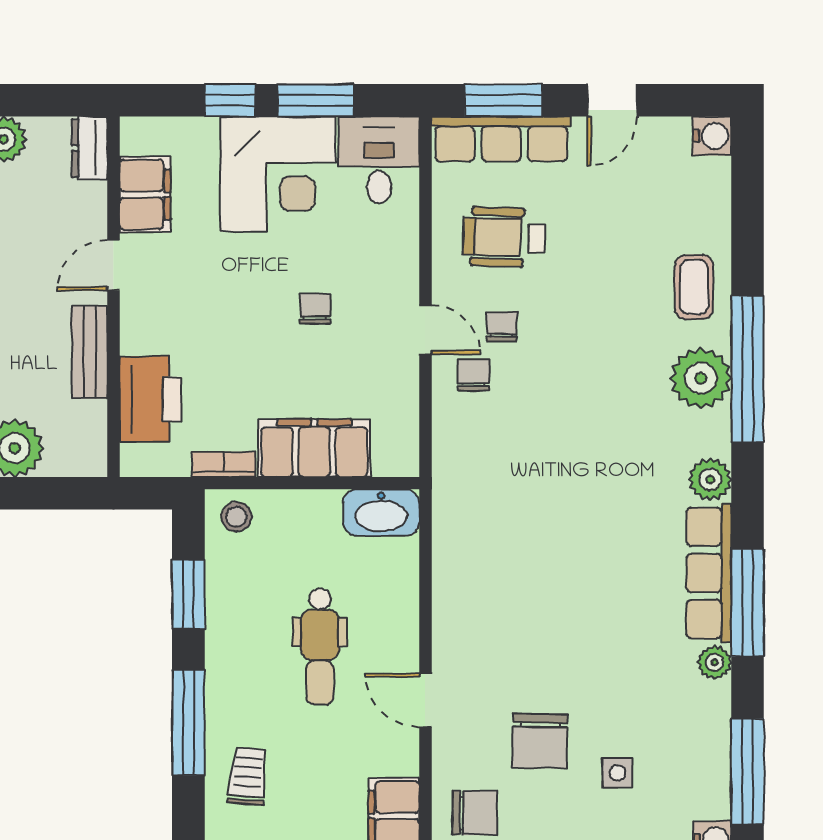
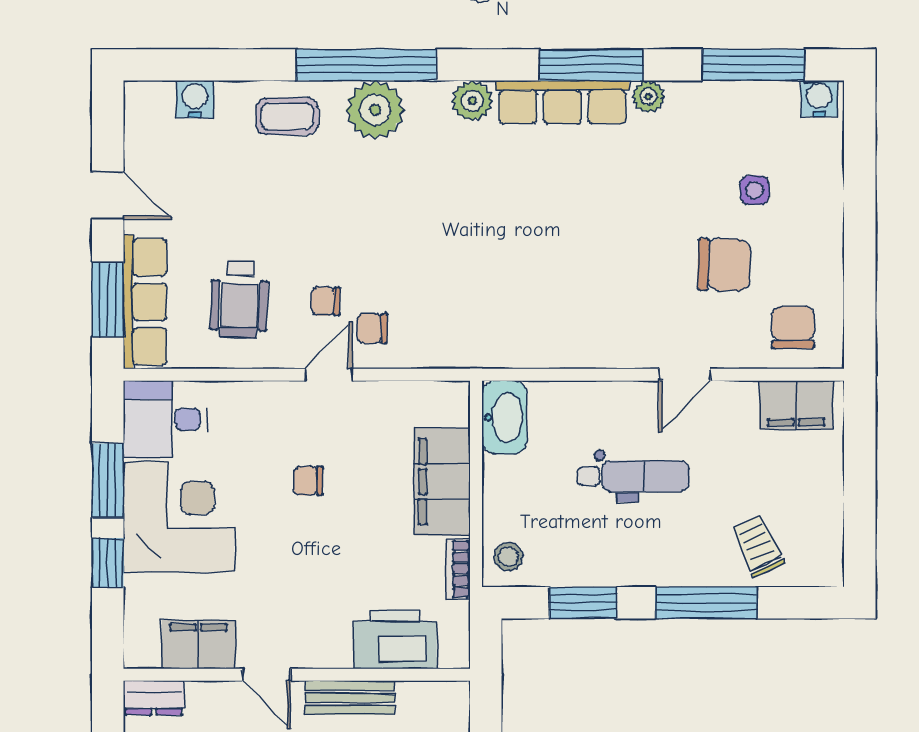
water cooler: (712, 136) -> (195, 99), moved
trolley: (248, 776) -> (758, 546), turned 60

